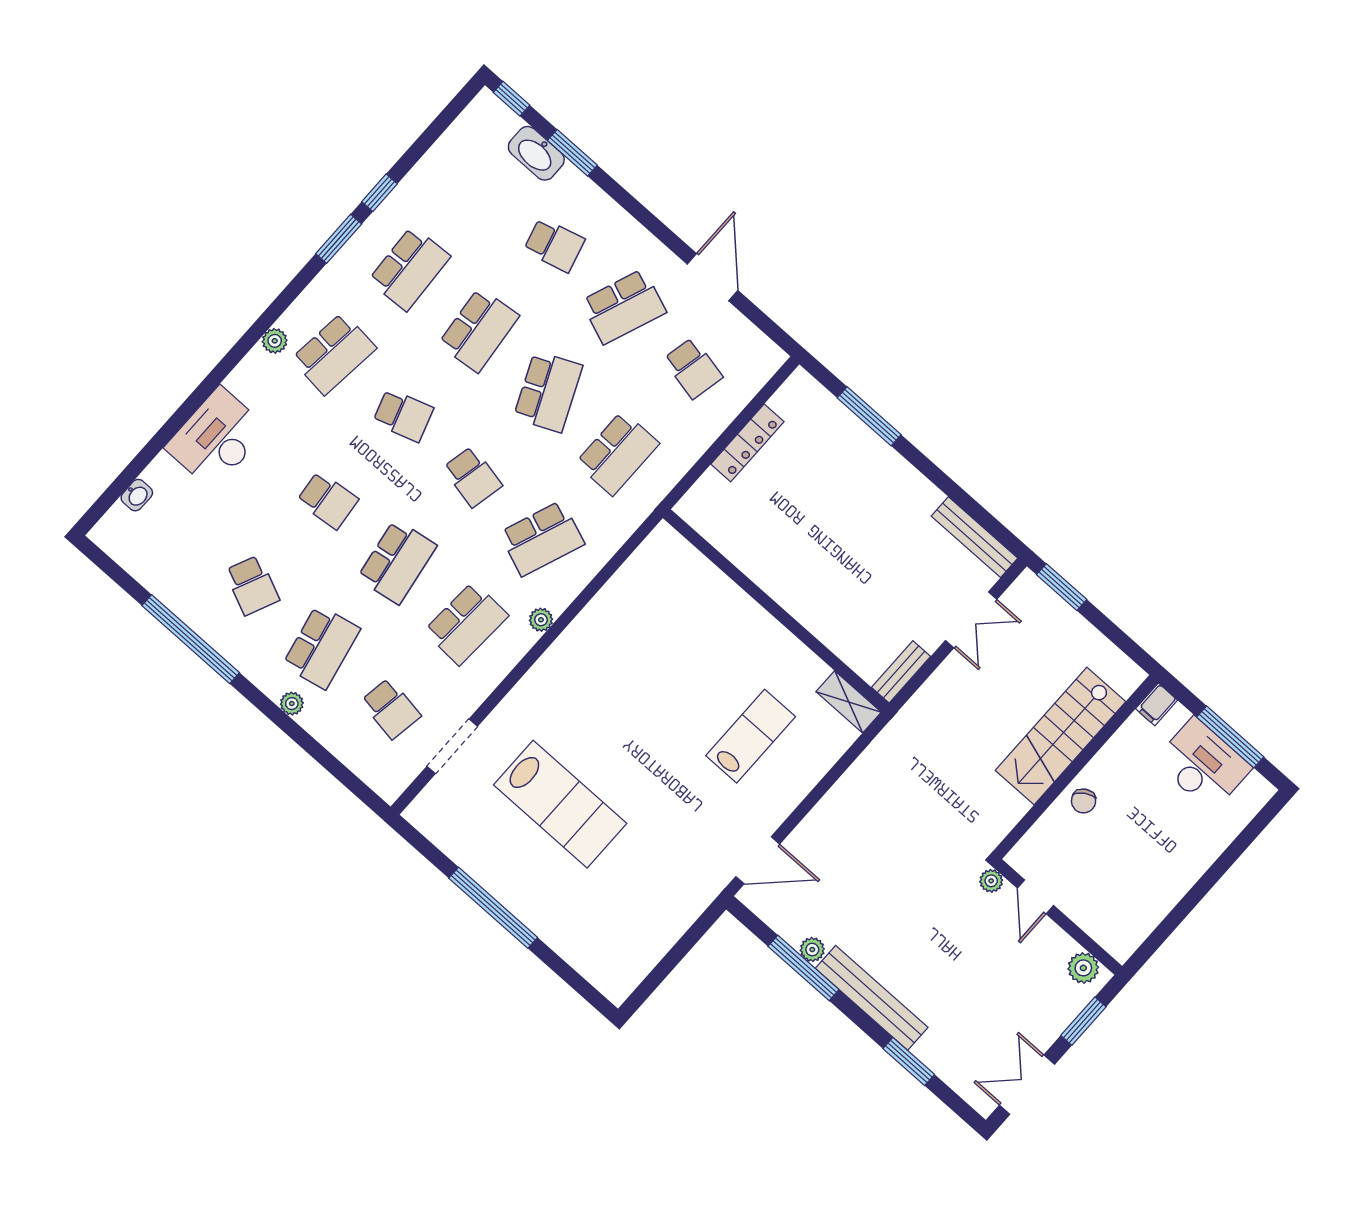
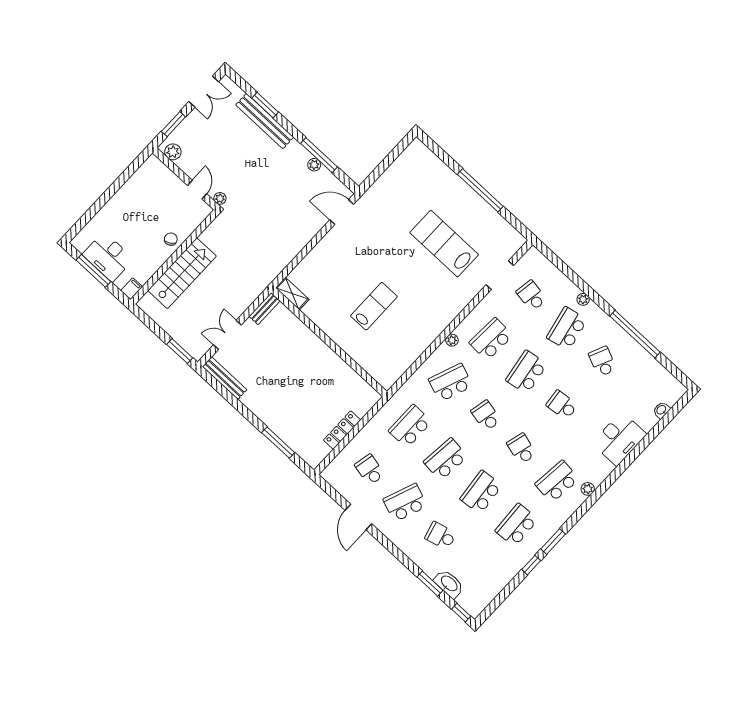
school desk: (548, 392) -> (446, 459), turned 30
school desk: (403, 415) -> (521, 449), turned 33
lab bench: (751, 736) -> (374, 306), moved, turned 180
bench: (872, 998) -> (265, 121), moved

